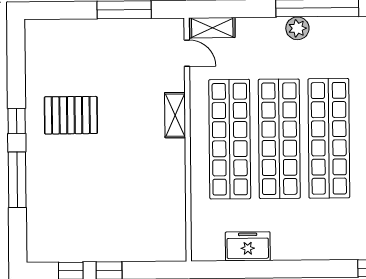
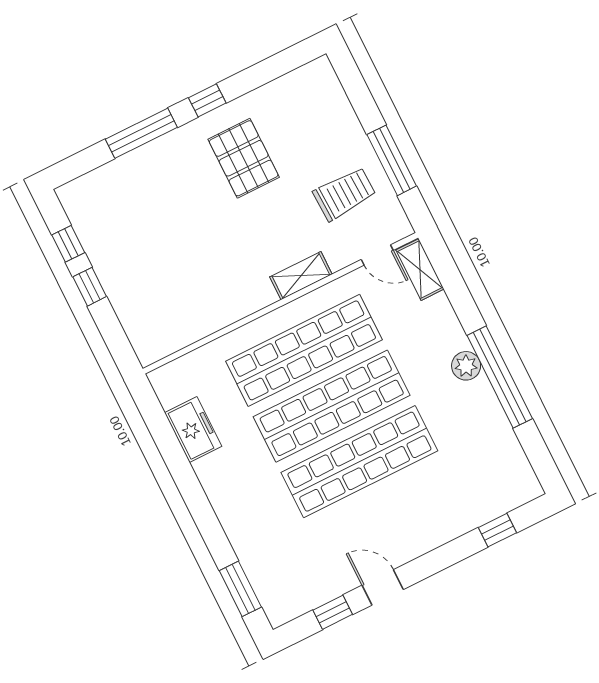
door: (187, 53) -> (377, 255), hinge flipped
trolley: (132, 55) -> (344, 194), added

